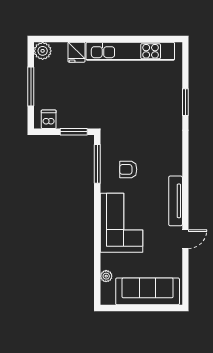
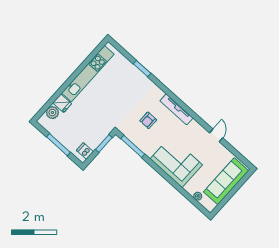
plant: (43, 51) -> (52, 113), moved
armchair: (128, 169) -> (148, 120), moved
tv unit: (176, 201) -> (177, 109), moved

